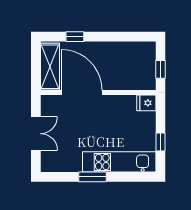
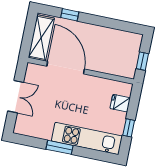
fridge: (146, 103) -> (120, 103), moved

